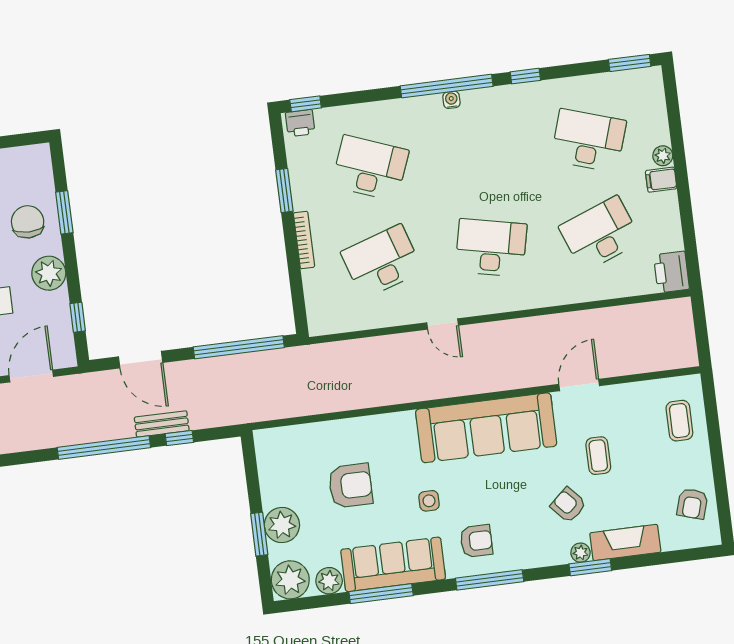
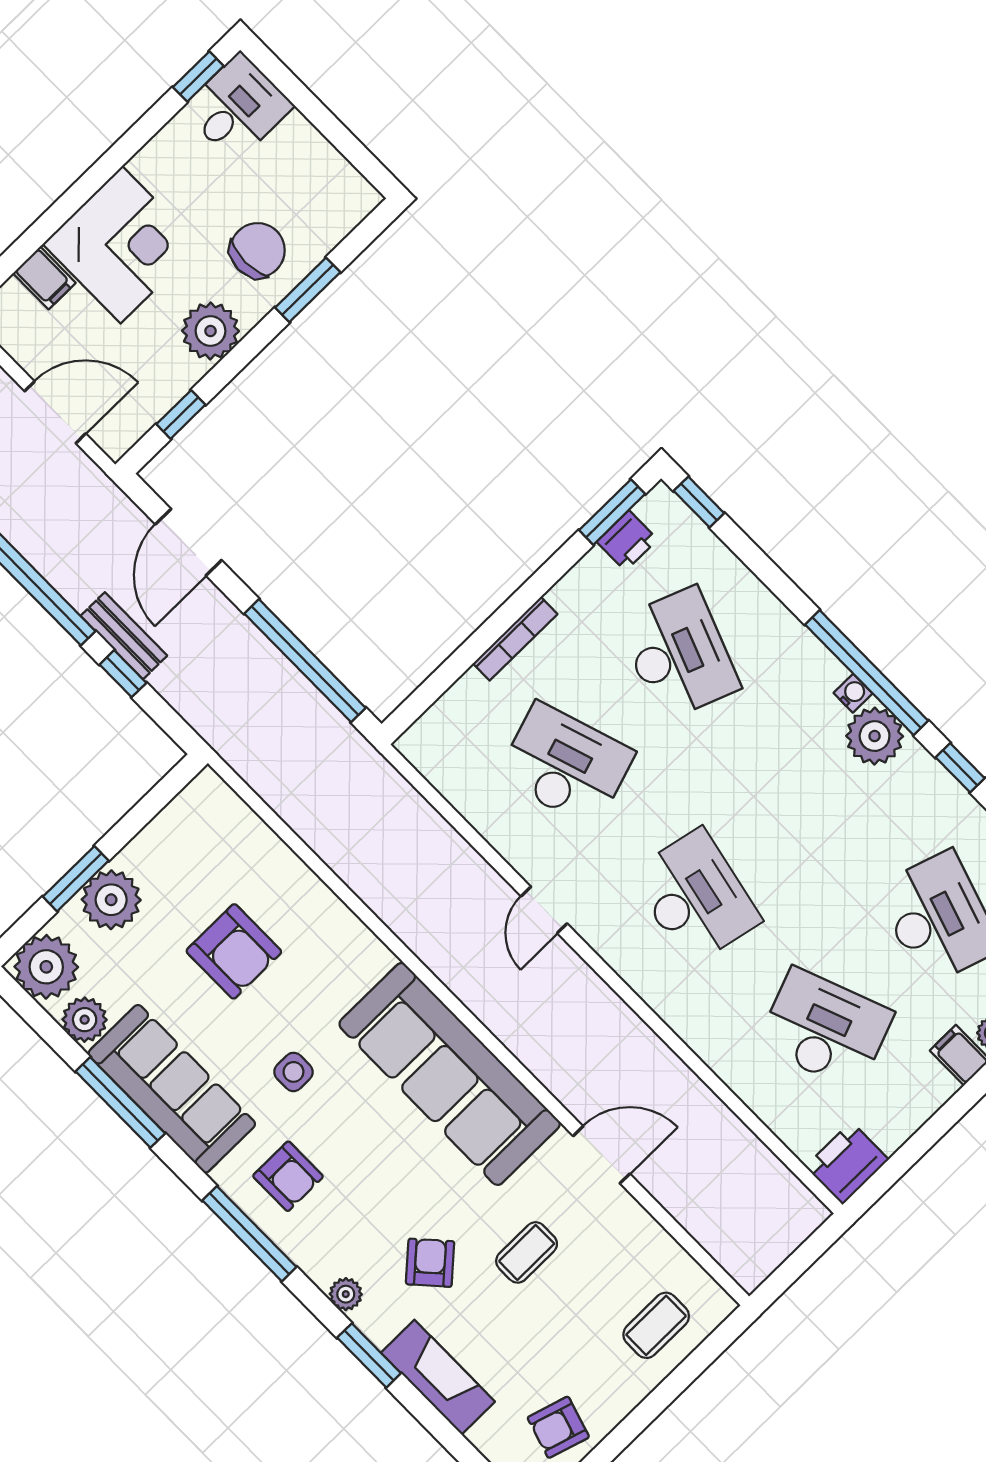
plant: (479, 105) -> (875, 736), added
printer: (300, 123) -> (627, 541), moved, turned -90
window: (284, 191) -> (612, 512), moved
plant: (580, 553) -> (346, 1294), moved

